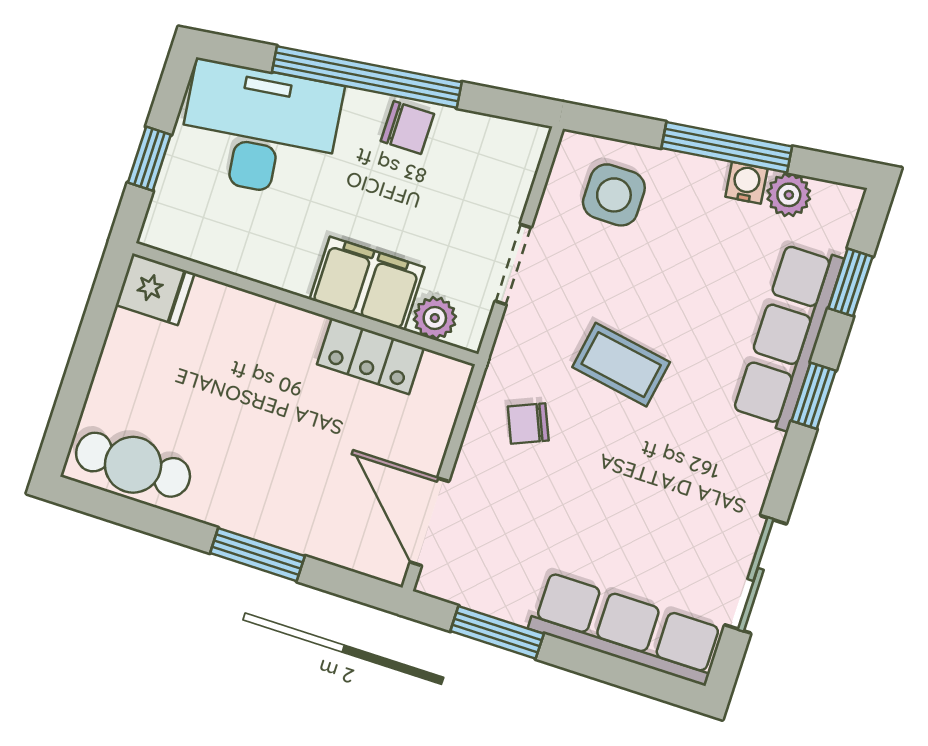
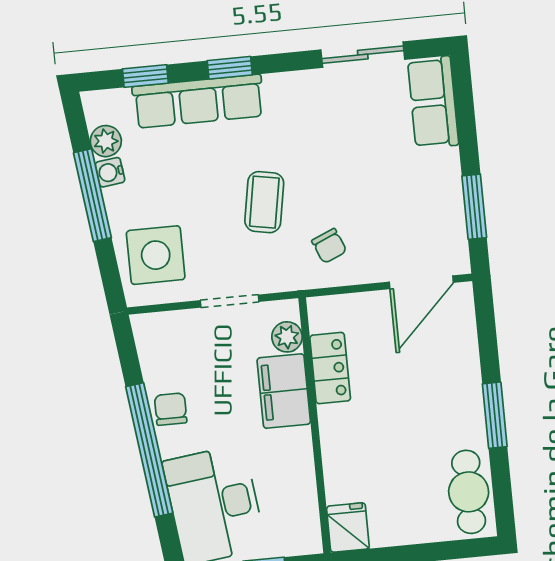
side table: (614, 195) -> (156, 255), width x1.37, depth x1.37
window: (257, 555) -> (495, 415), moved
row of seats: (626, 629) -> (433, 102), width x0.68

